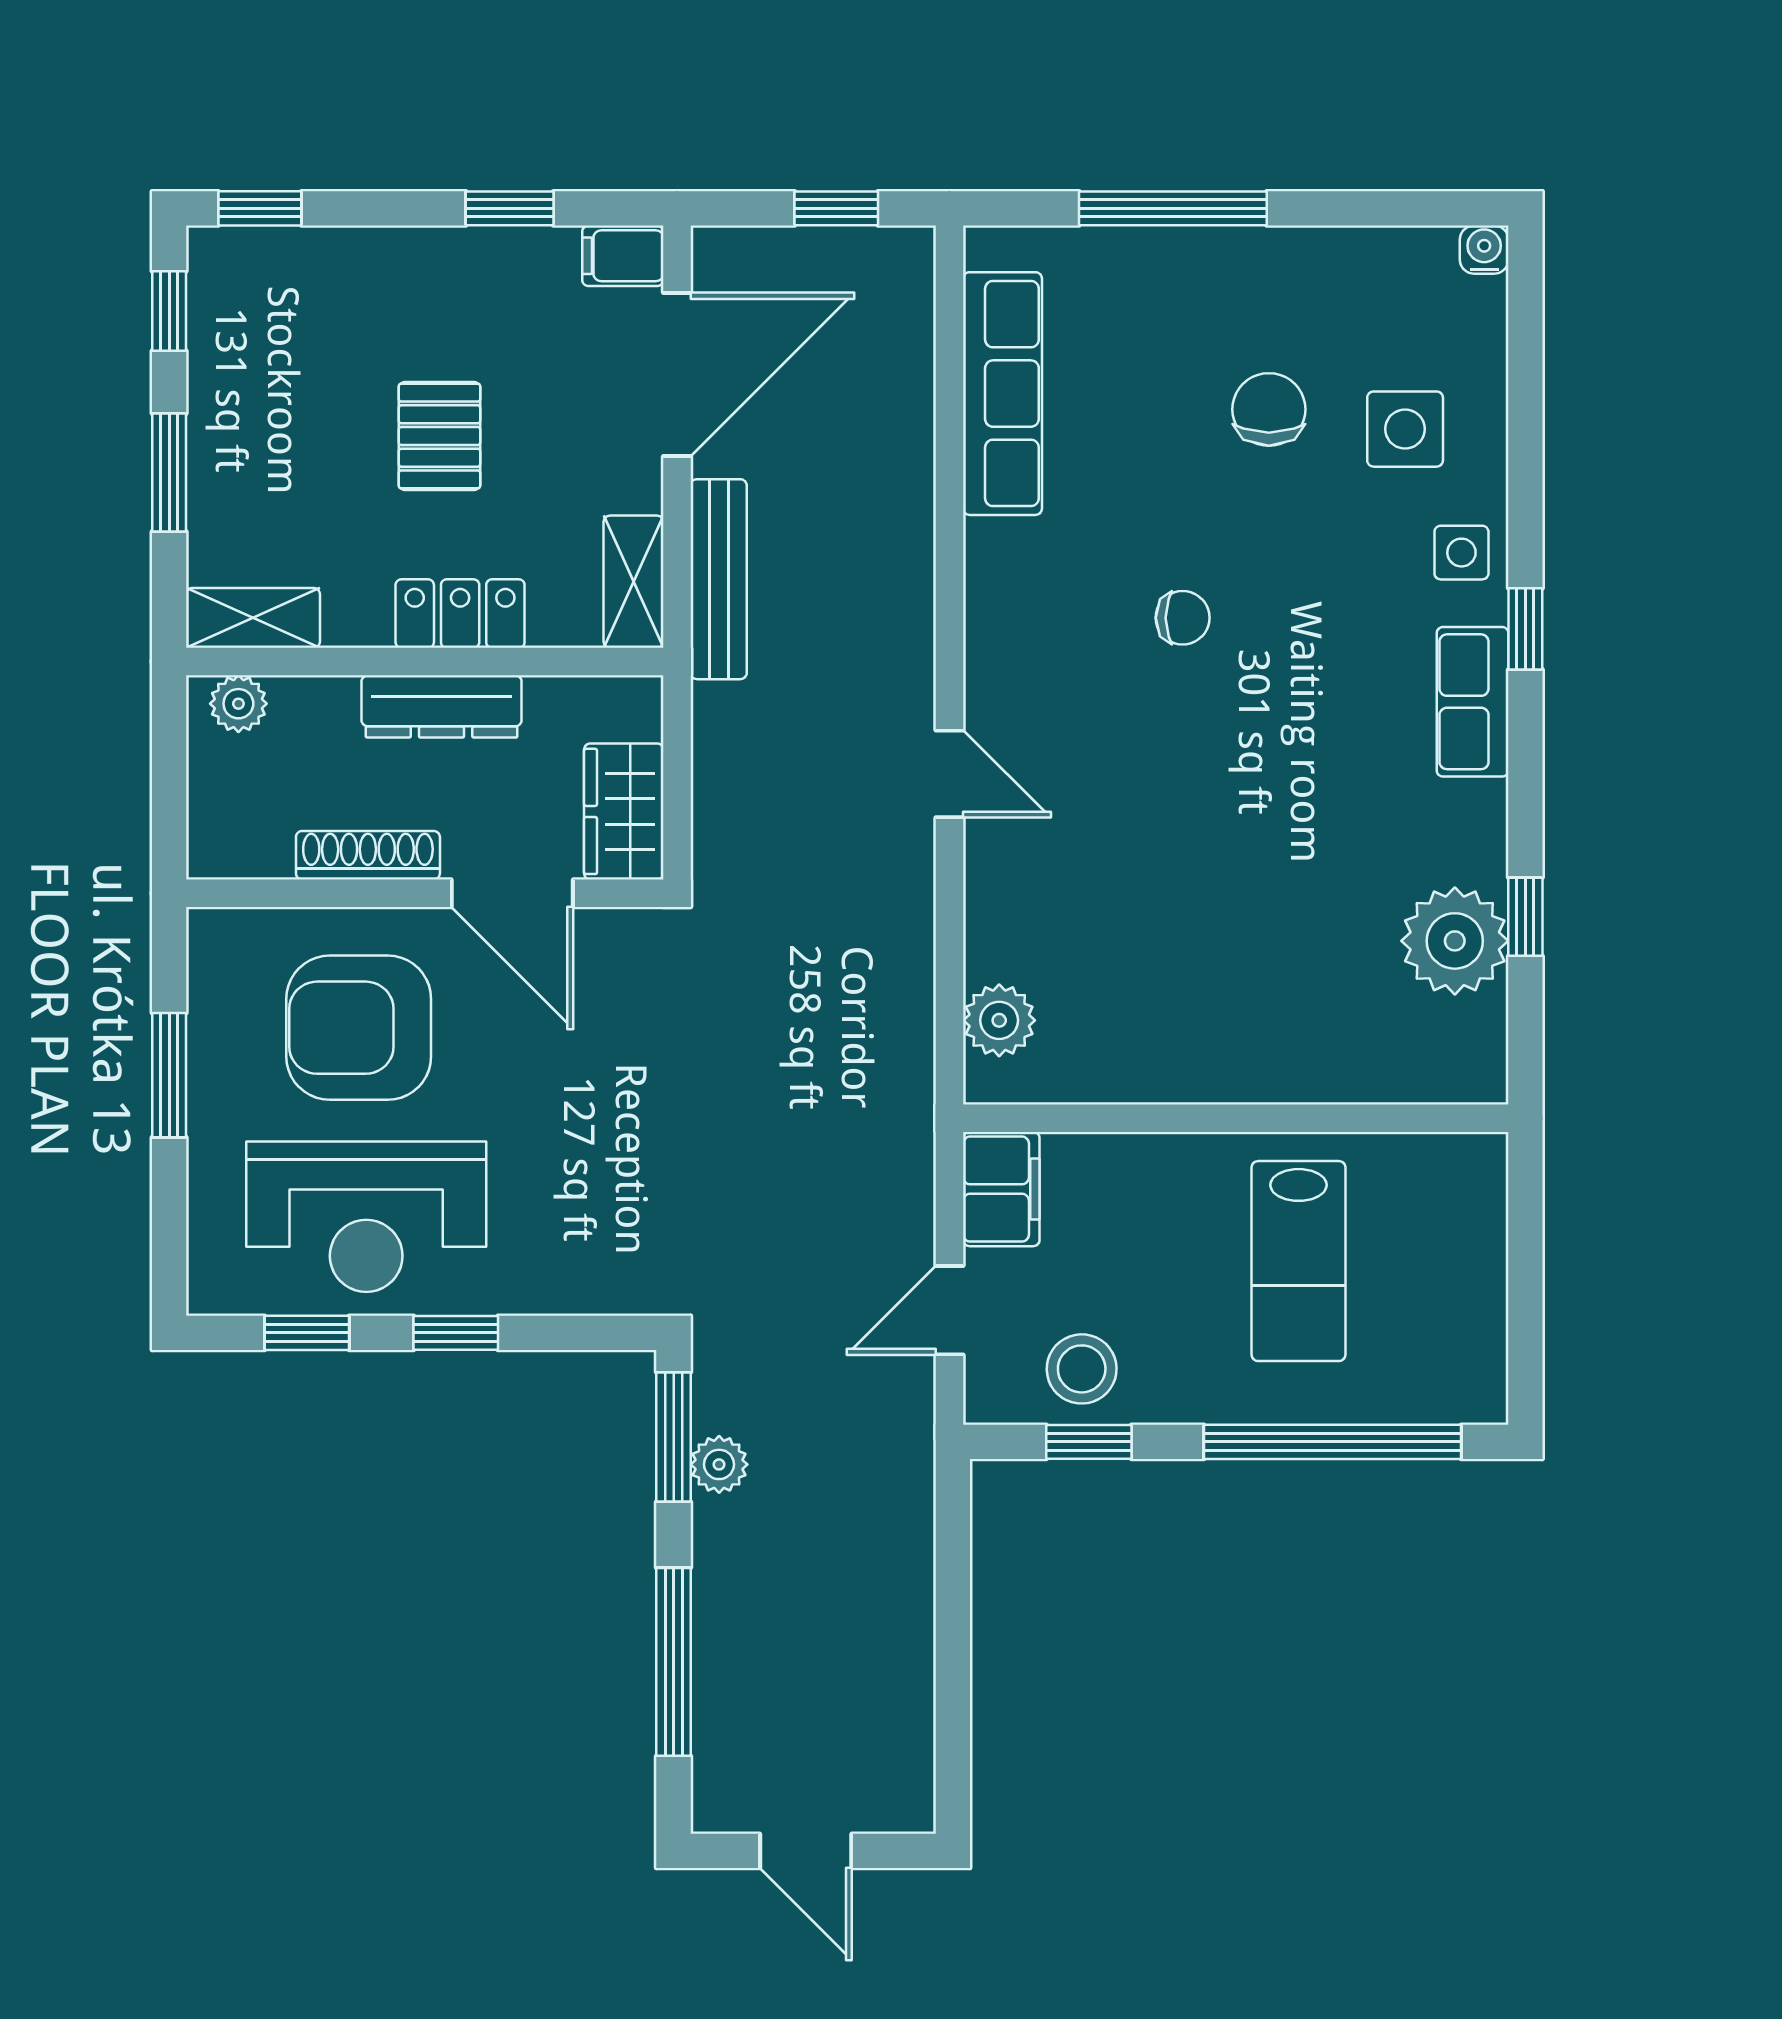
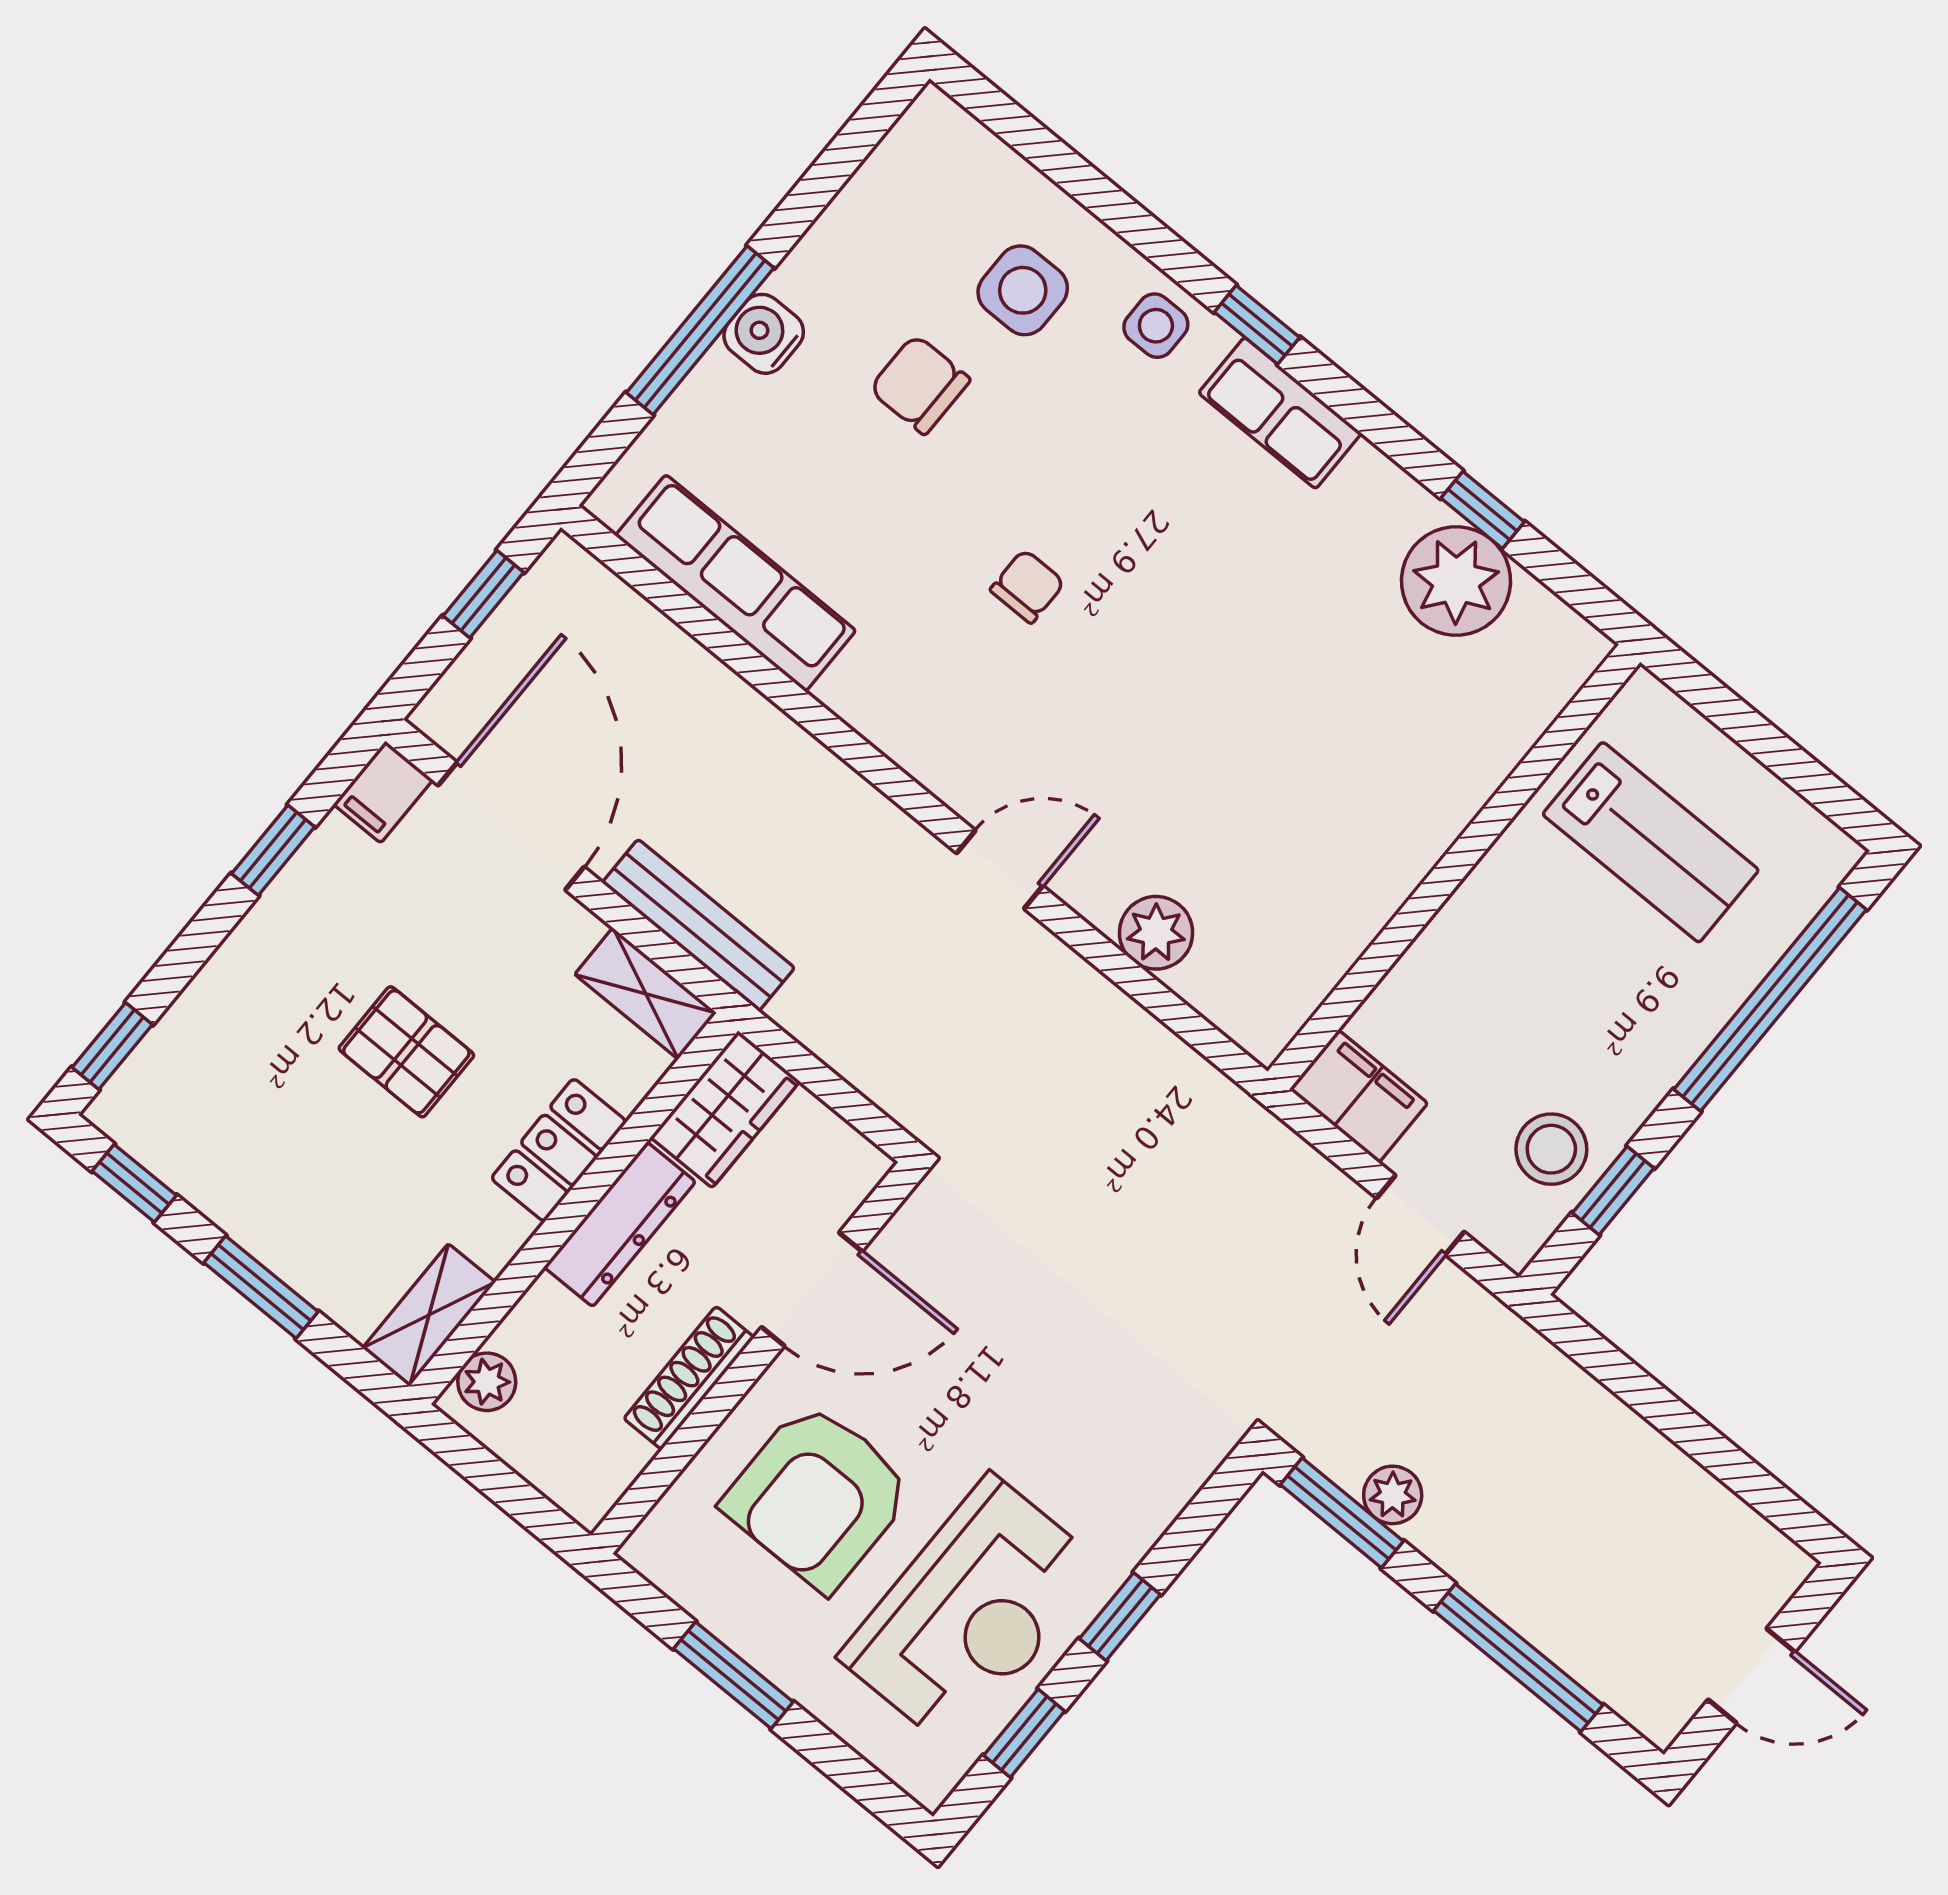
water cooler: (1484, 250) -> (764, 334), moved, width x1.38, depth x1.38
wardrobe: (624, 811) -> (725, 1109), moved, turned -90
plant: (999, 1020) -> (1156, 933), moved
lab bench: (1299, 1261) -> (1651, 842), moved

